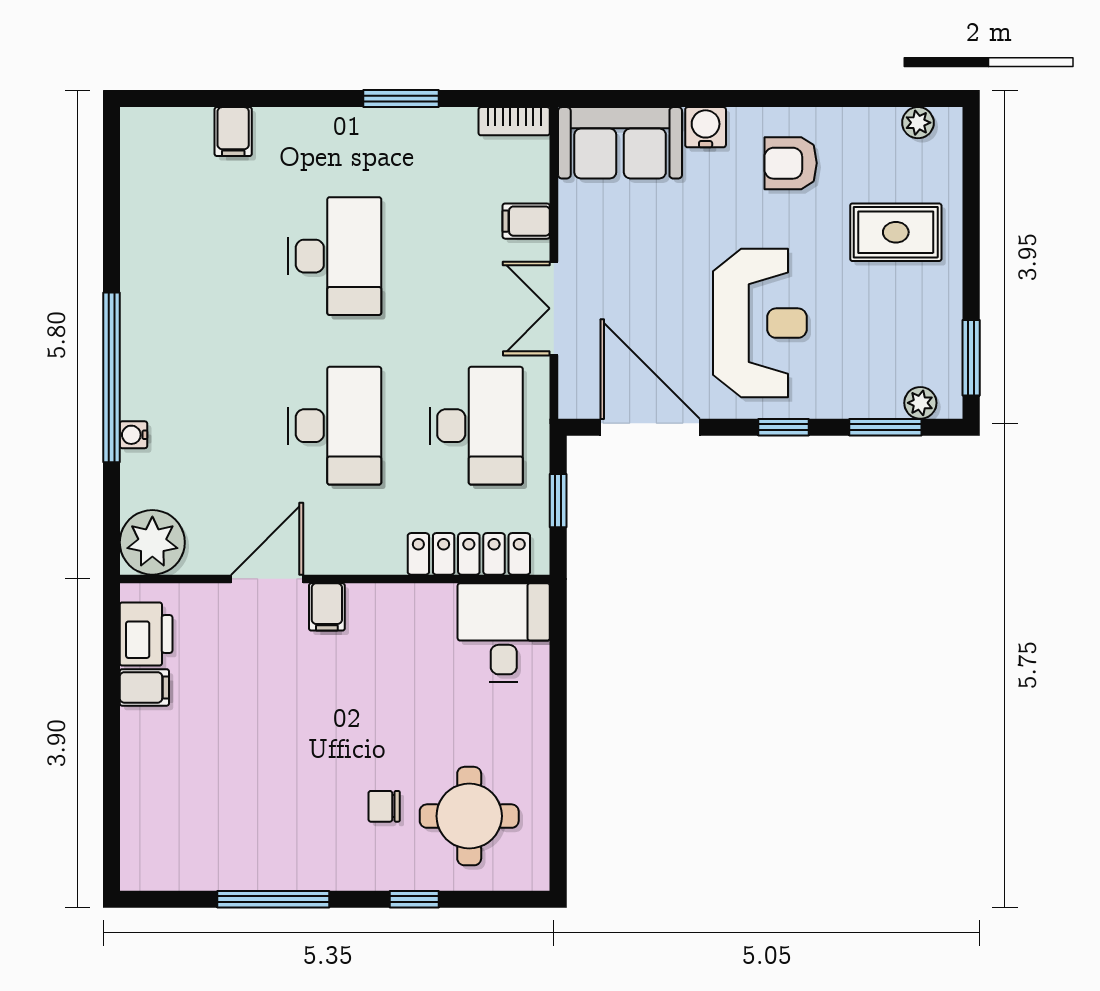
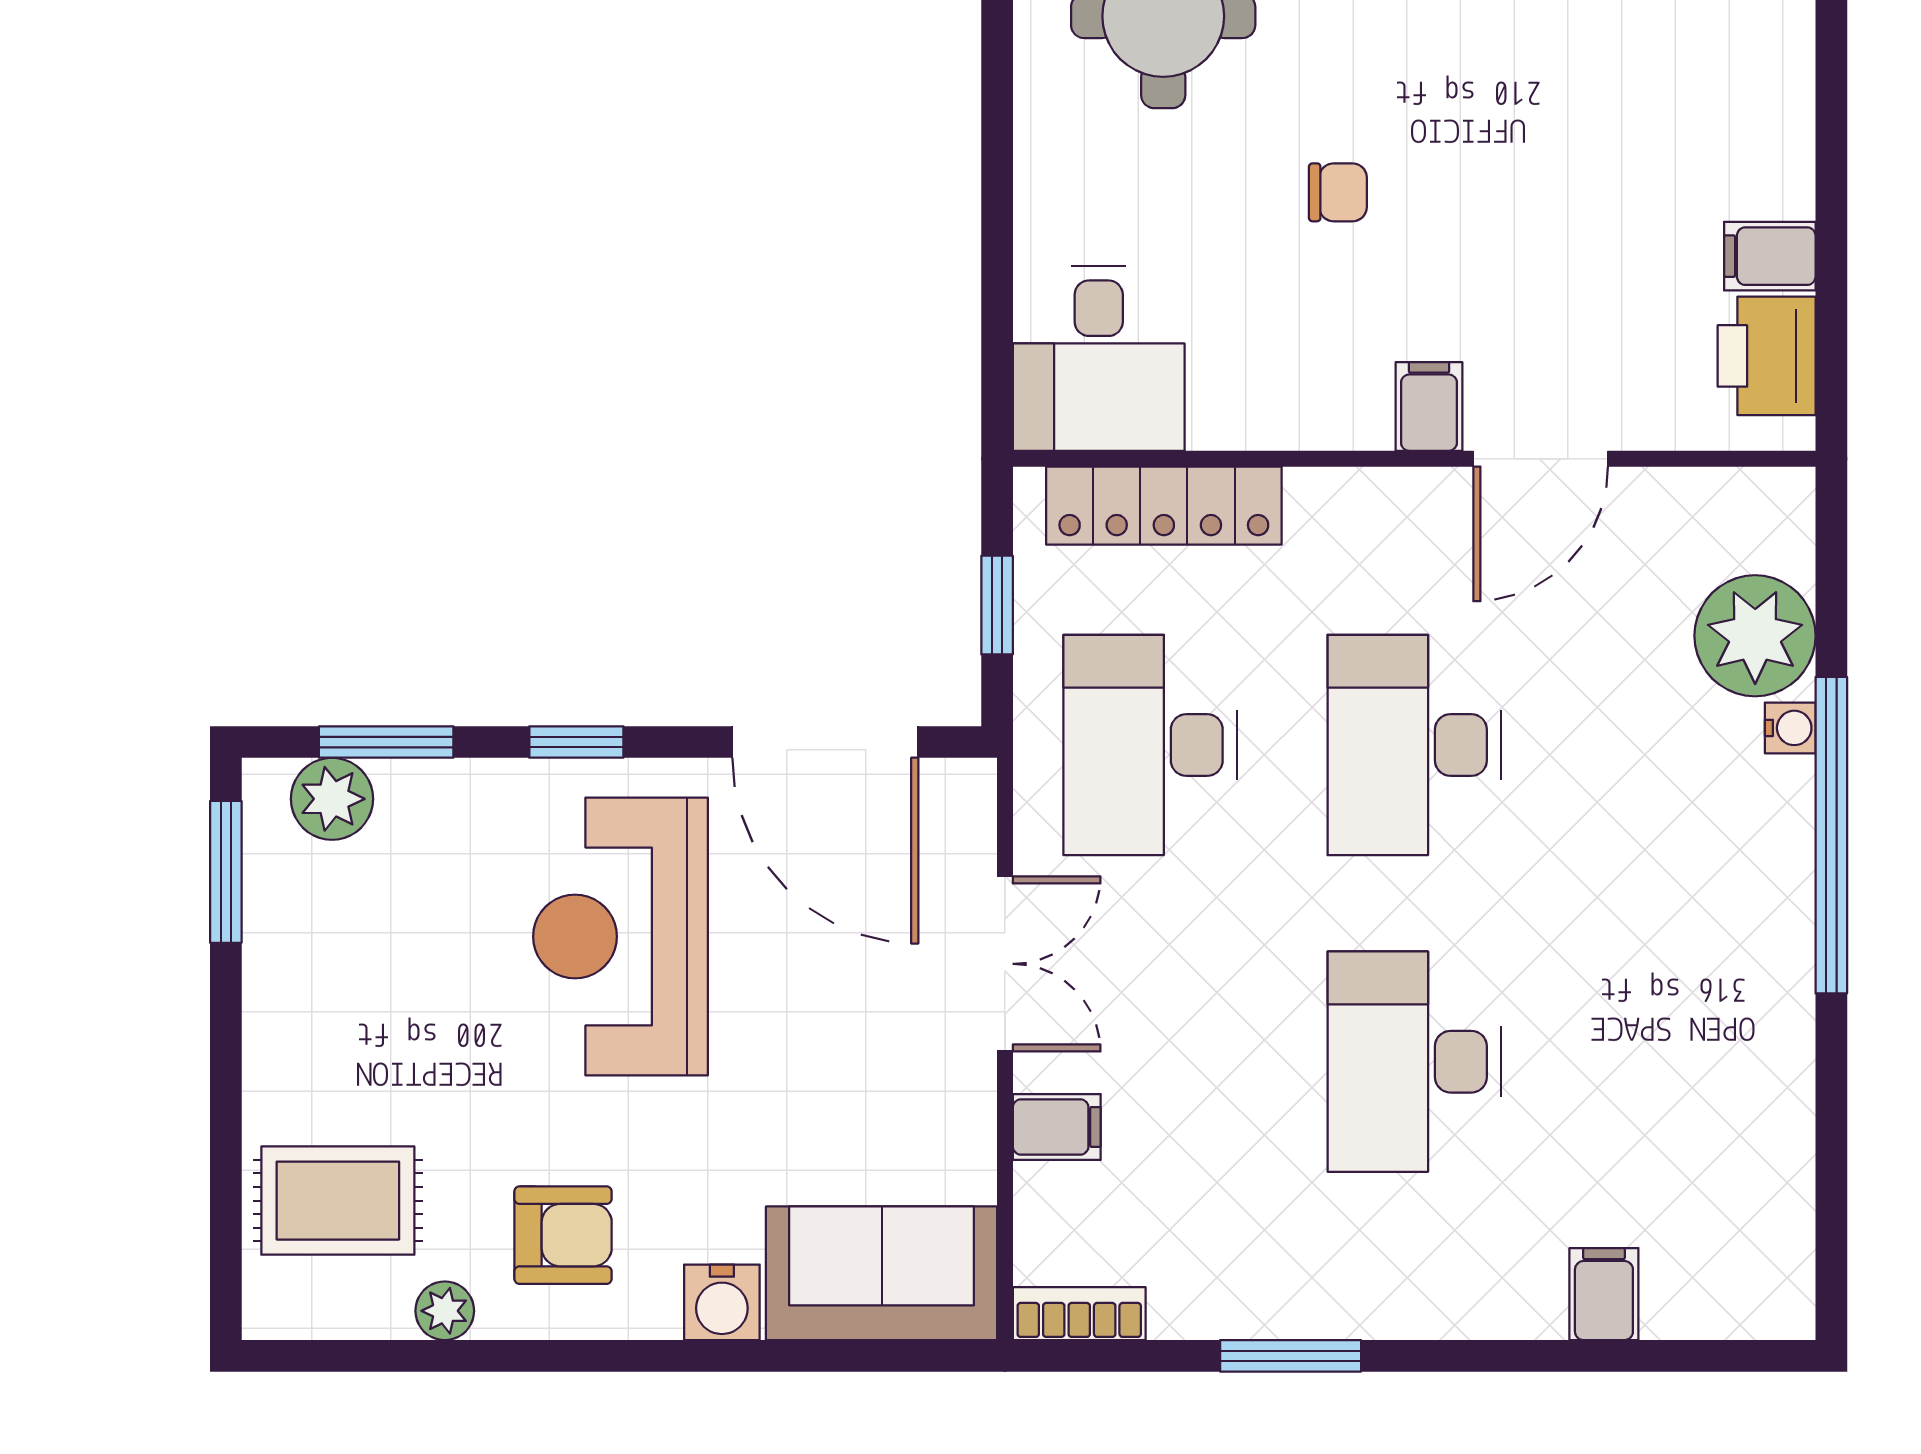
plant: (918, 123) -> (445, 1311), moved
rug: (896, 232) -> (338, 1201), moved
plant: (920, 403) -> (332, 799), width x1.38, depth x1.38
plant: (152, 542) -> (1755, 636), moved
chair: (384, 806) -> (1338, 192), moved

